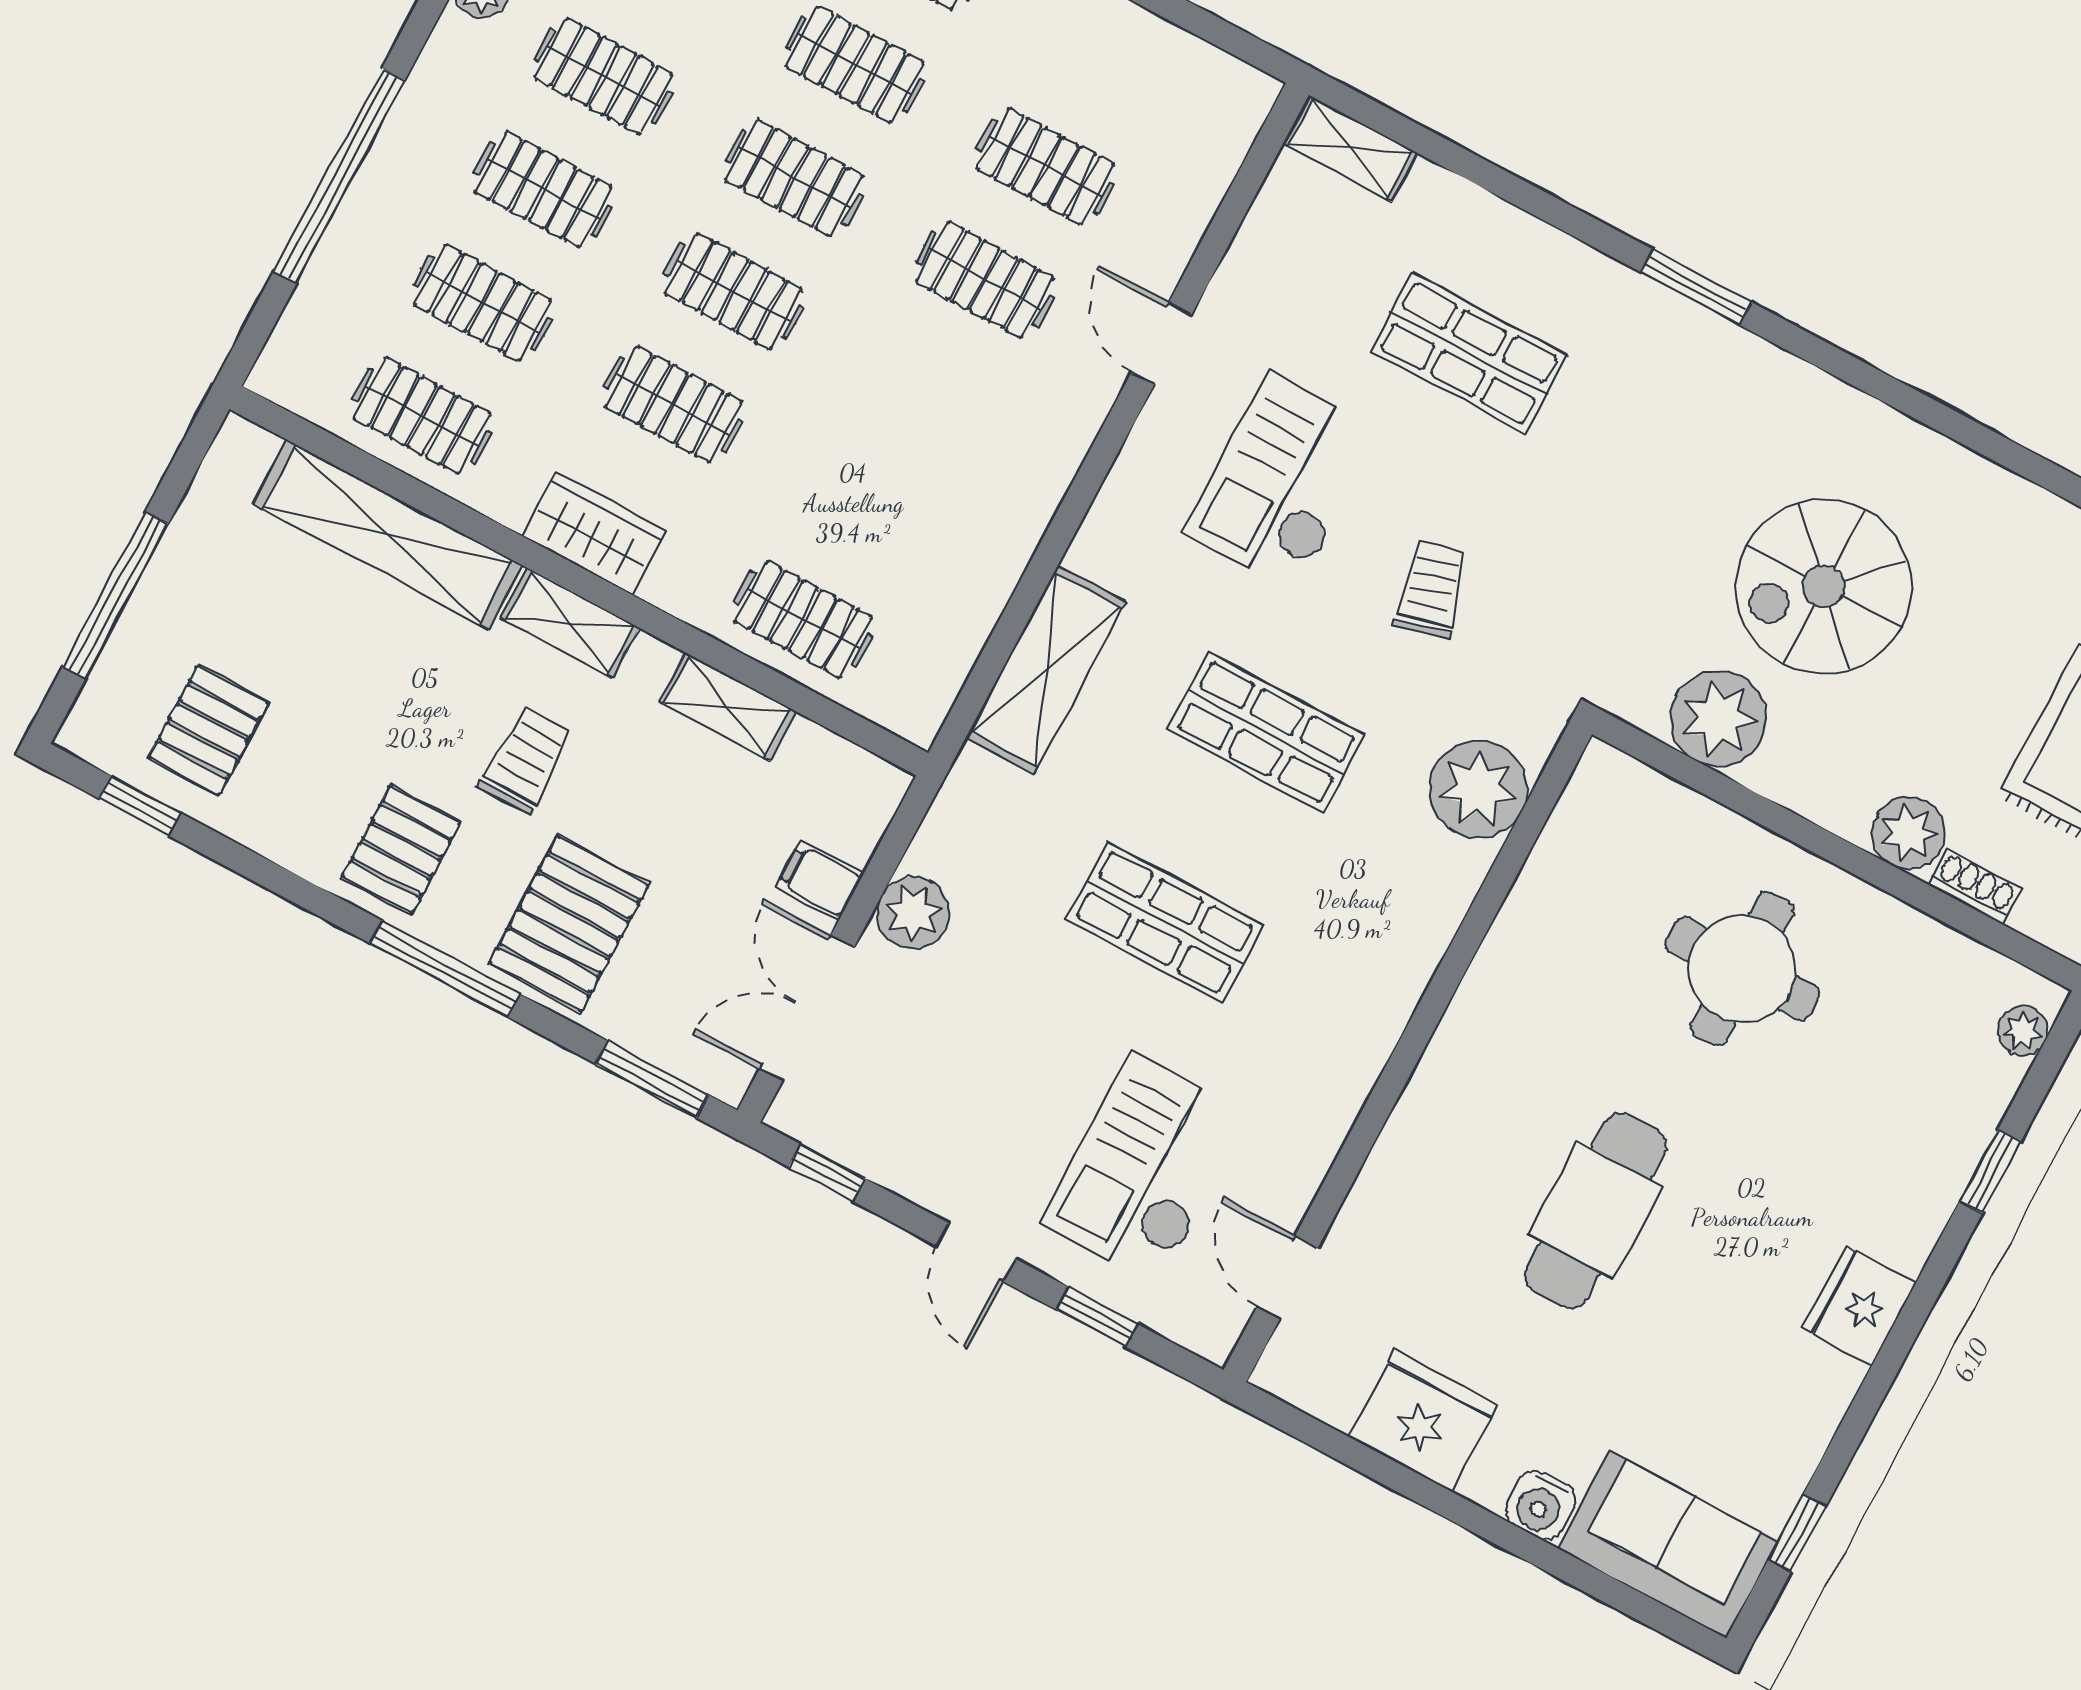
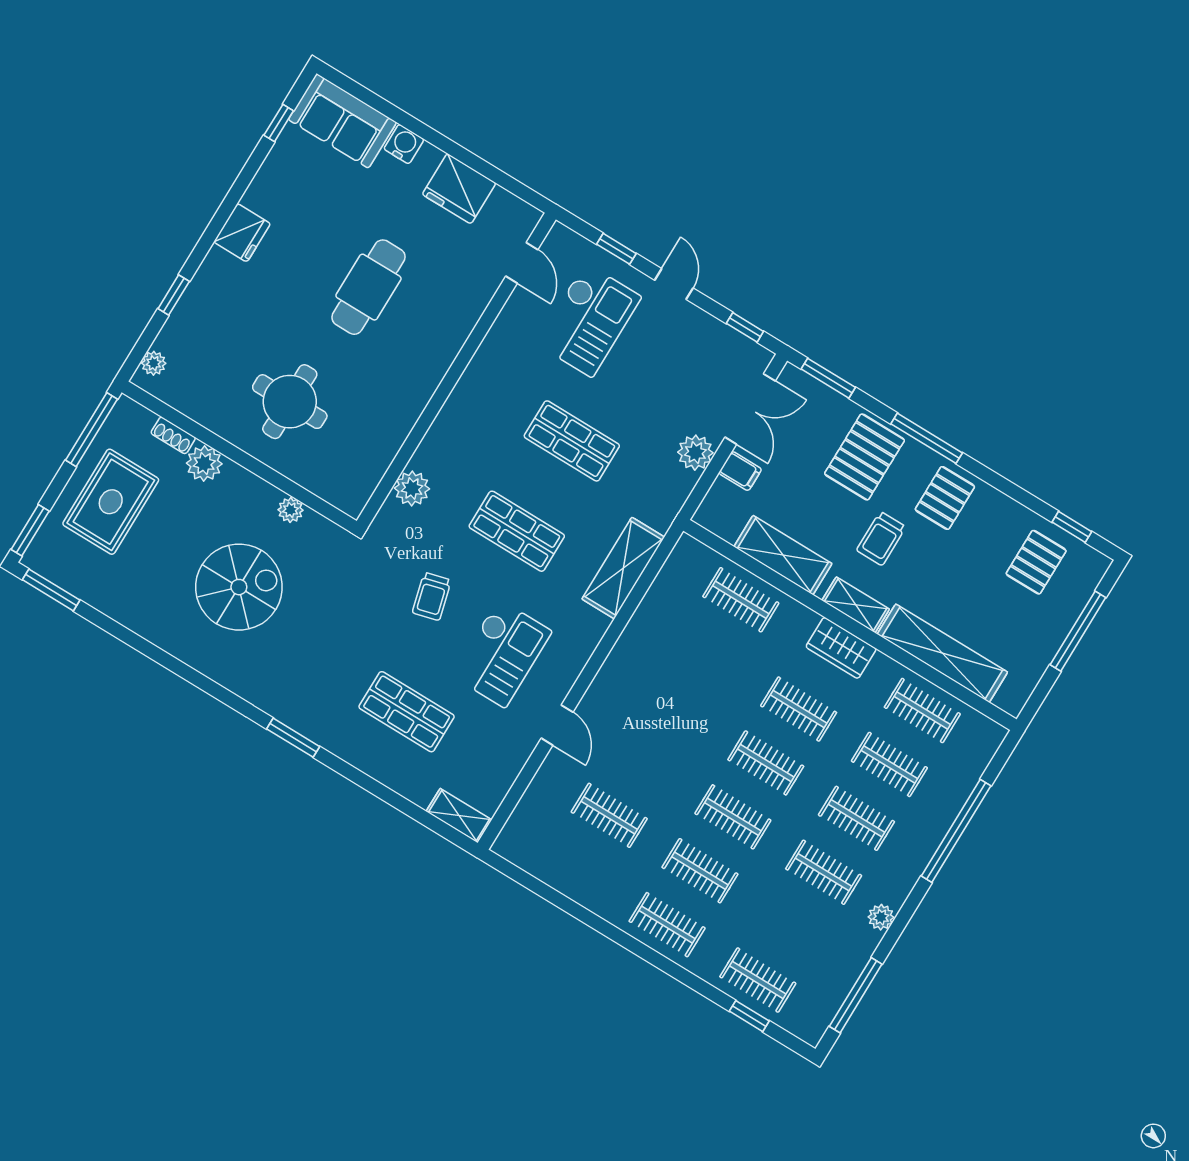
clothes rail: (985, 280) -> (642, 761), removed
shelving: (727, 707) -> (783, 555), width x1.50, depth x1.33
plant: (1719, 719) -> (291, 510), width x0.53, depth x0.53
plant: (1478, 789) -> (412, 488), width x0.73, depth x0.73

